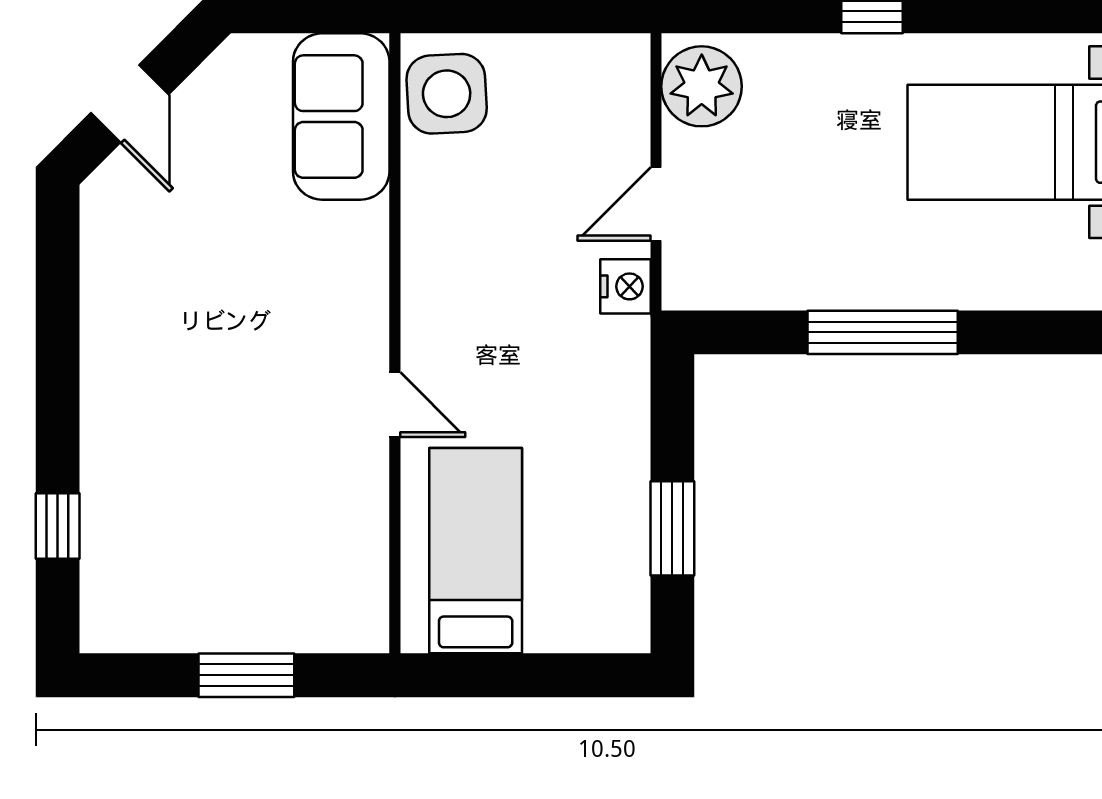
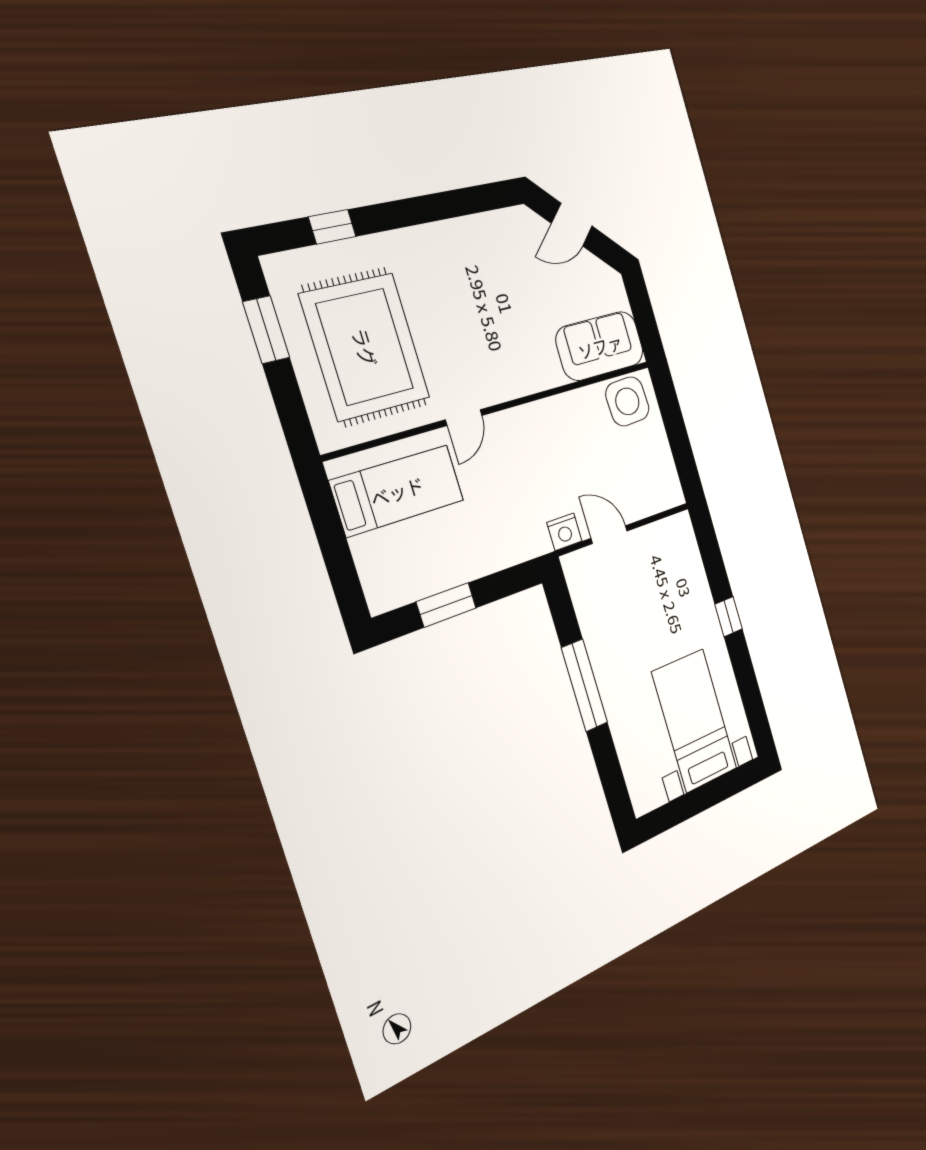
plant: (702, 86) -> (670, 539), removed
rug: (247, 532) -> (365, 347), added
window: (246, 675) -> (266, 330), moved

